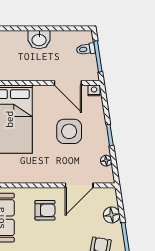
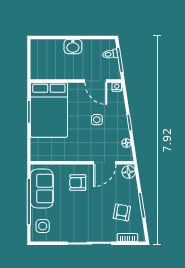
side table: (69, 131) -> (97, 120), width x0.54, depth x0.54
armchair: (45, 210) -> (78, 183), turned 180
floor lamp: (112, 215) -> (129, 172), moved

